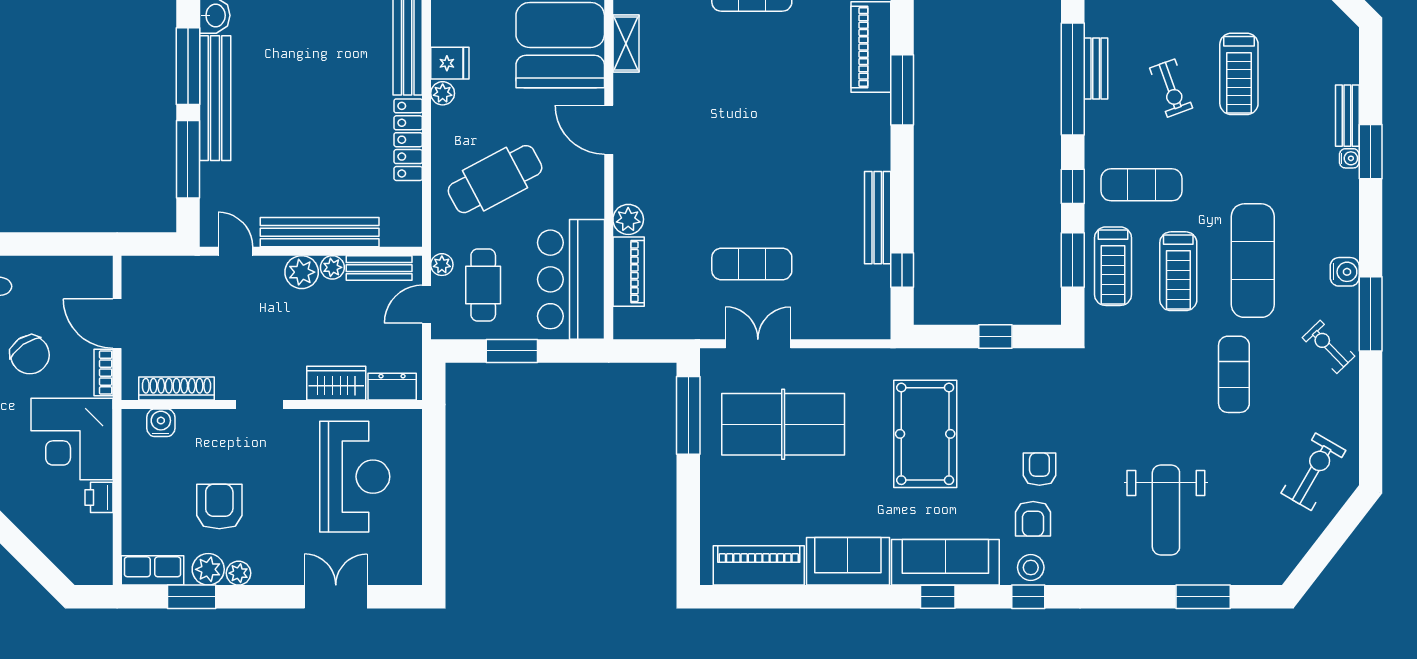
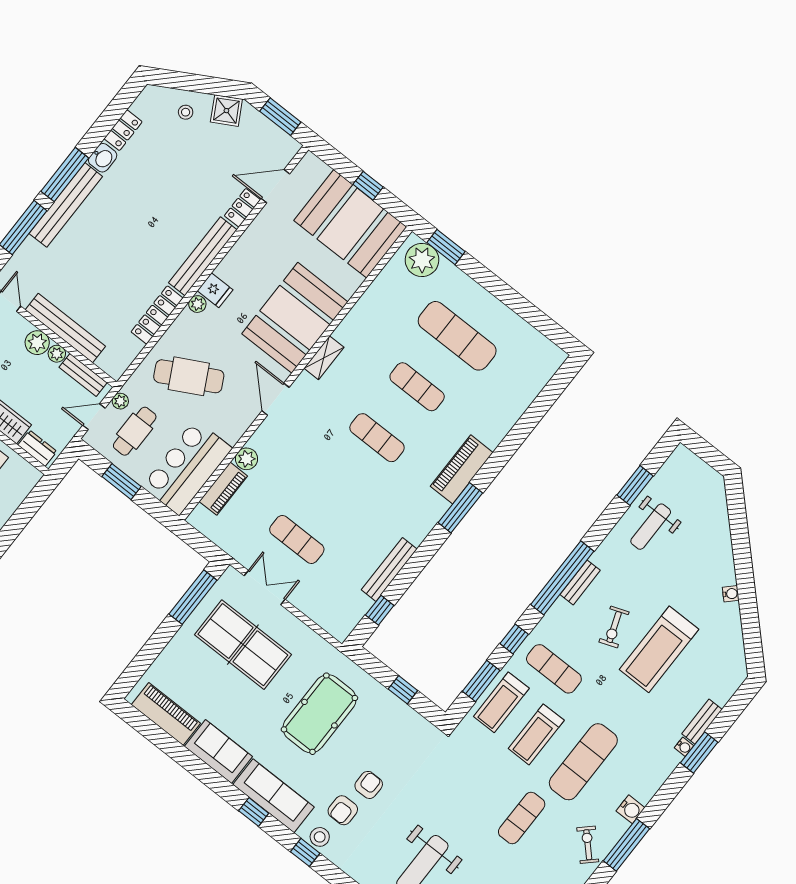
treadmill: (1239, 74) -> (659, 649), width x1.37, depth x1.38
exercise mat: (752, 85) -> (377, 438), added

